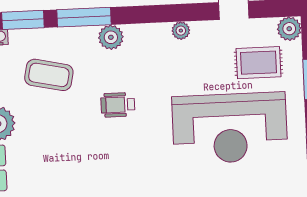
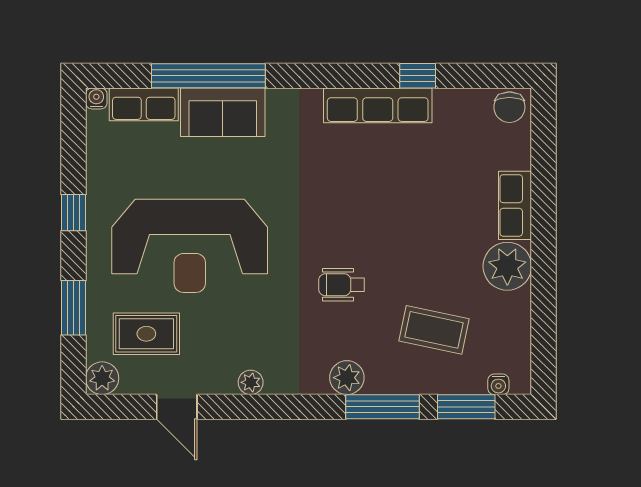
wheelchair: (118, 105) -> (342, 285), turned 180
reception desk: (230, 128) -> (190, 246), turned 180

